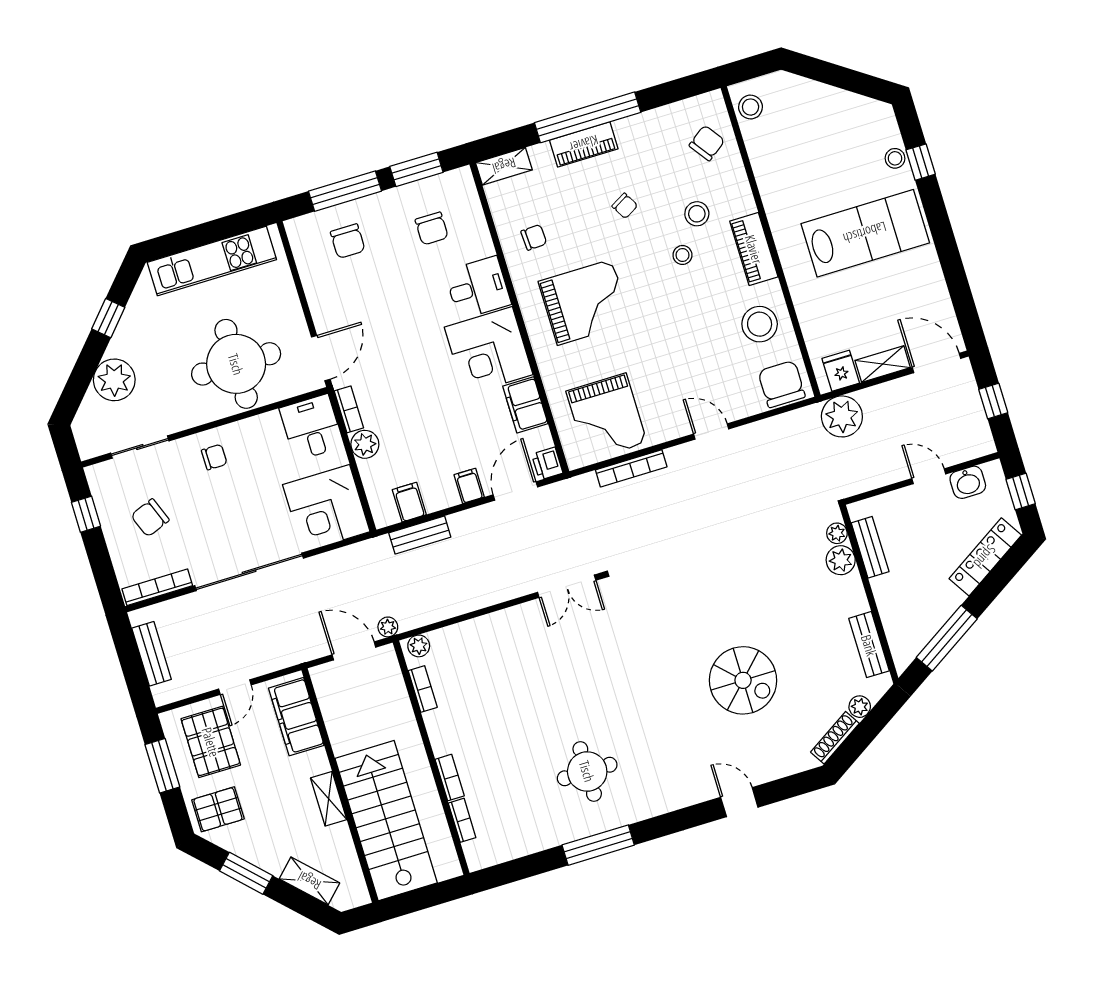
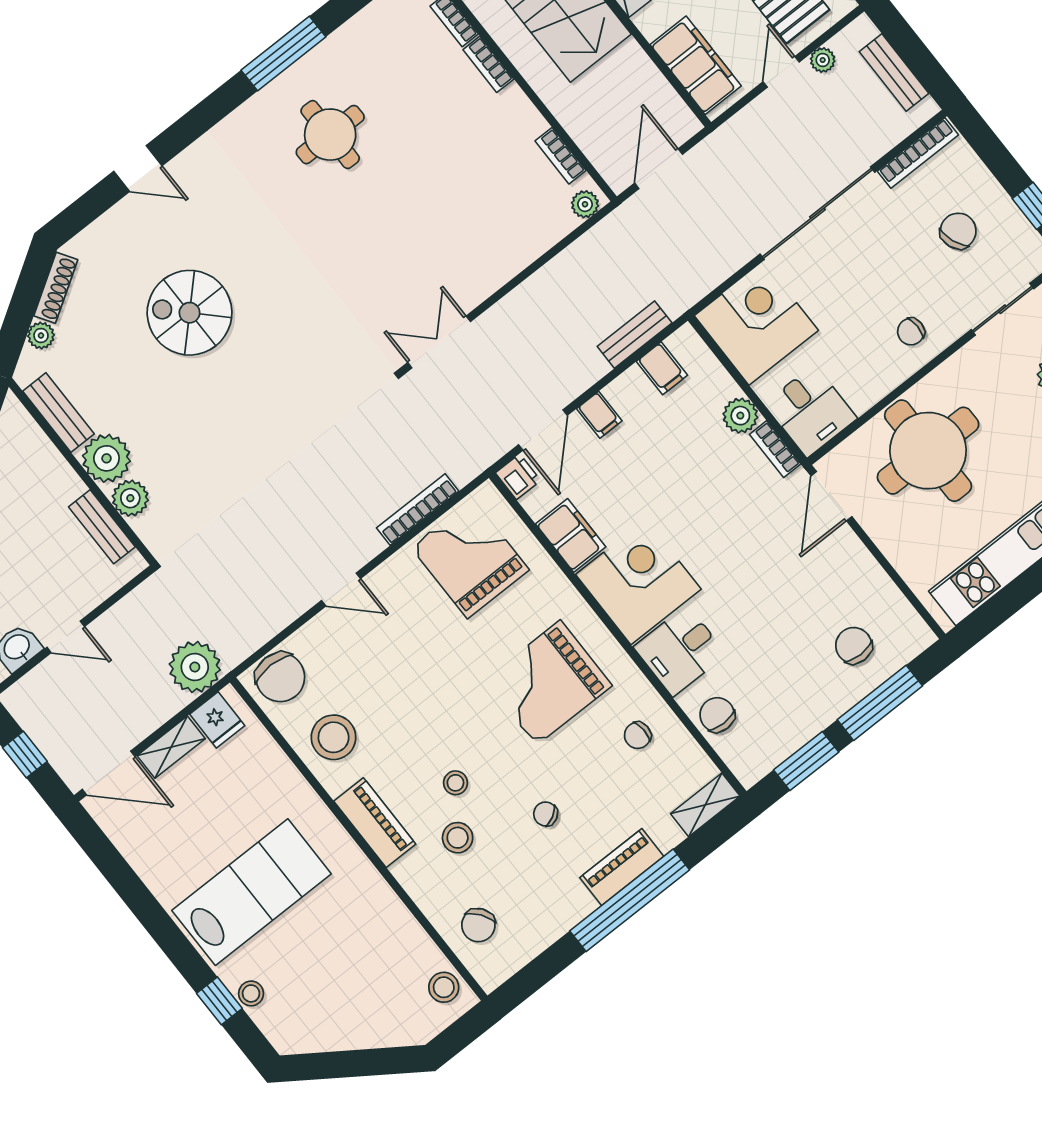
chair: (432, 228) -> (717, 715), moved
lab bench: (865, 233) -> (252, 892), turned 180
plant: (837, 533) -> (106, 458), moved, width x1.88, depth x1.88
plant: (388, 627) -> (823, 60), moved
door: (354, 651) -> (659, 169), swing flipped

